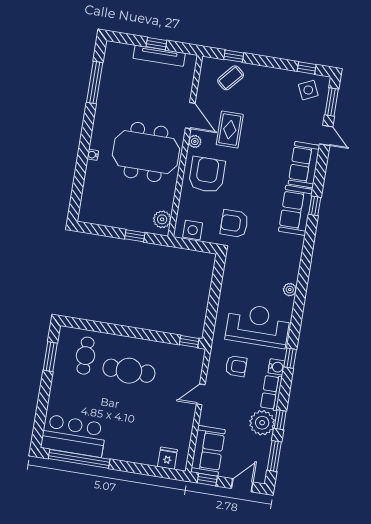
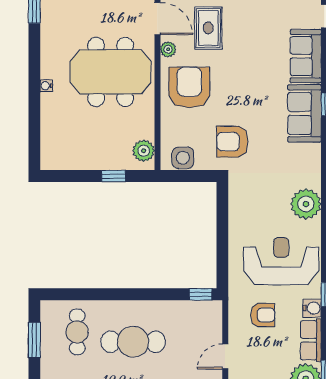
plant: (290, 290) -> (306, 204), width x1.88, depth x1.88

